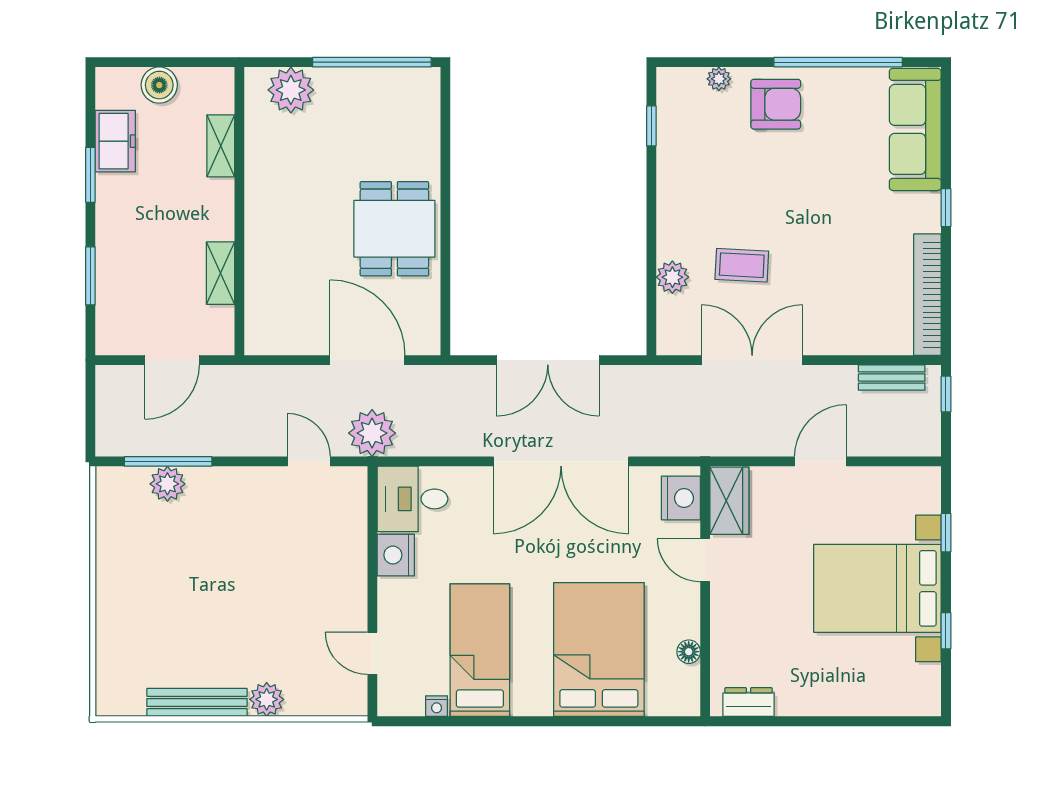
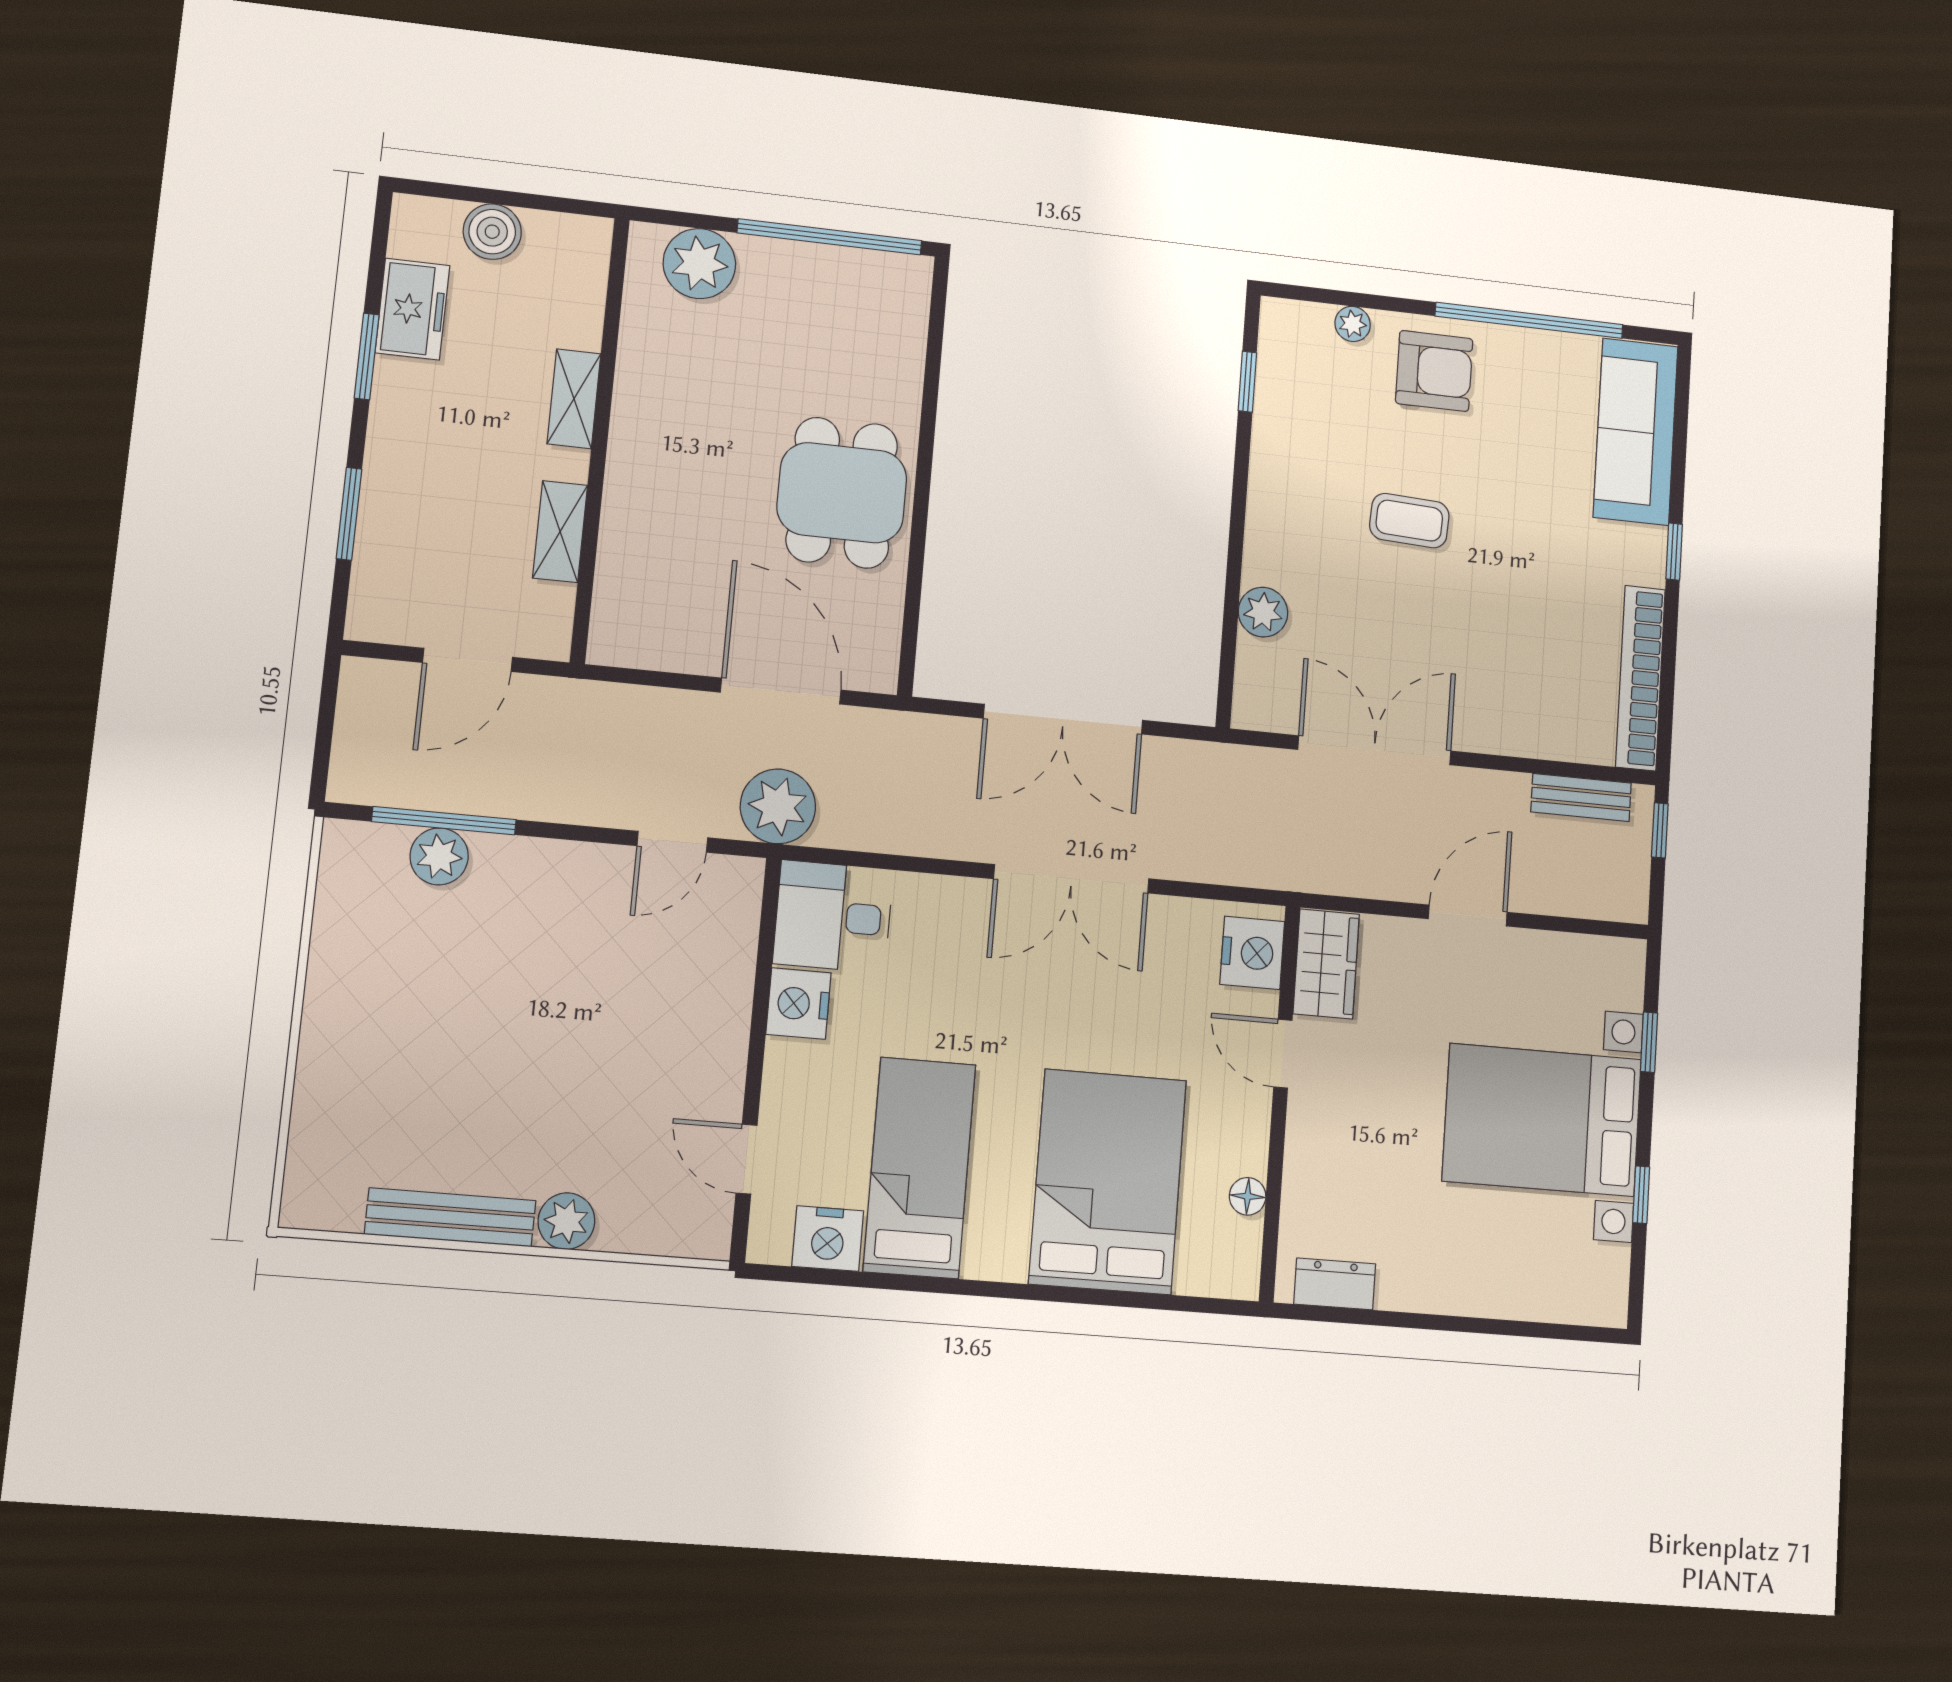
shelving: (221, 146) -> (574, 399), moved
coffee table: (742, 265) -> (1409, 521), moved
door: (309, 461) -> (672, 842), swing flipped
double door: (561, 461) -> (1071, 879), width x0.73
nightstand: (437, 706) -> (828, 1239), width x1.89, depth x1.79

